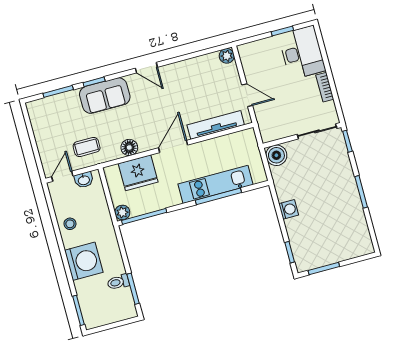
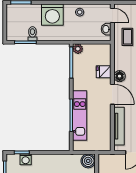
floor lamp: (129, 147) -> (120, 76), moved
fridge: (138, 173) -> (104, 72), width x0.53, depth x0.75
washing machine: (289, 209) -> (26, 159), moved

